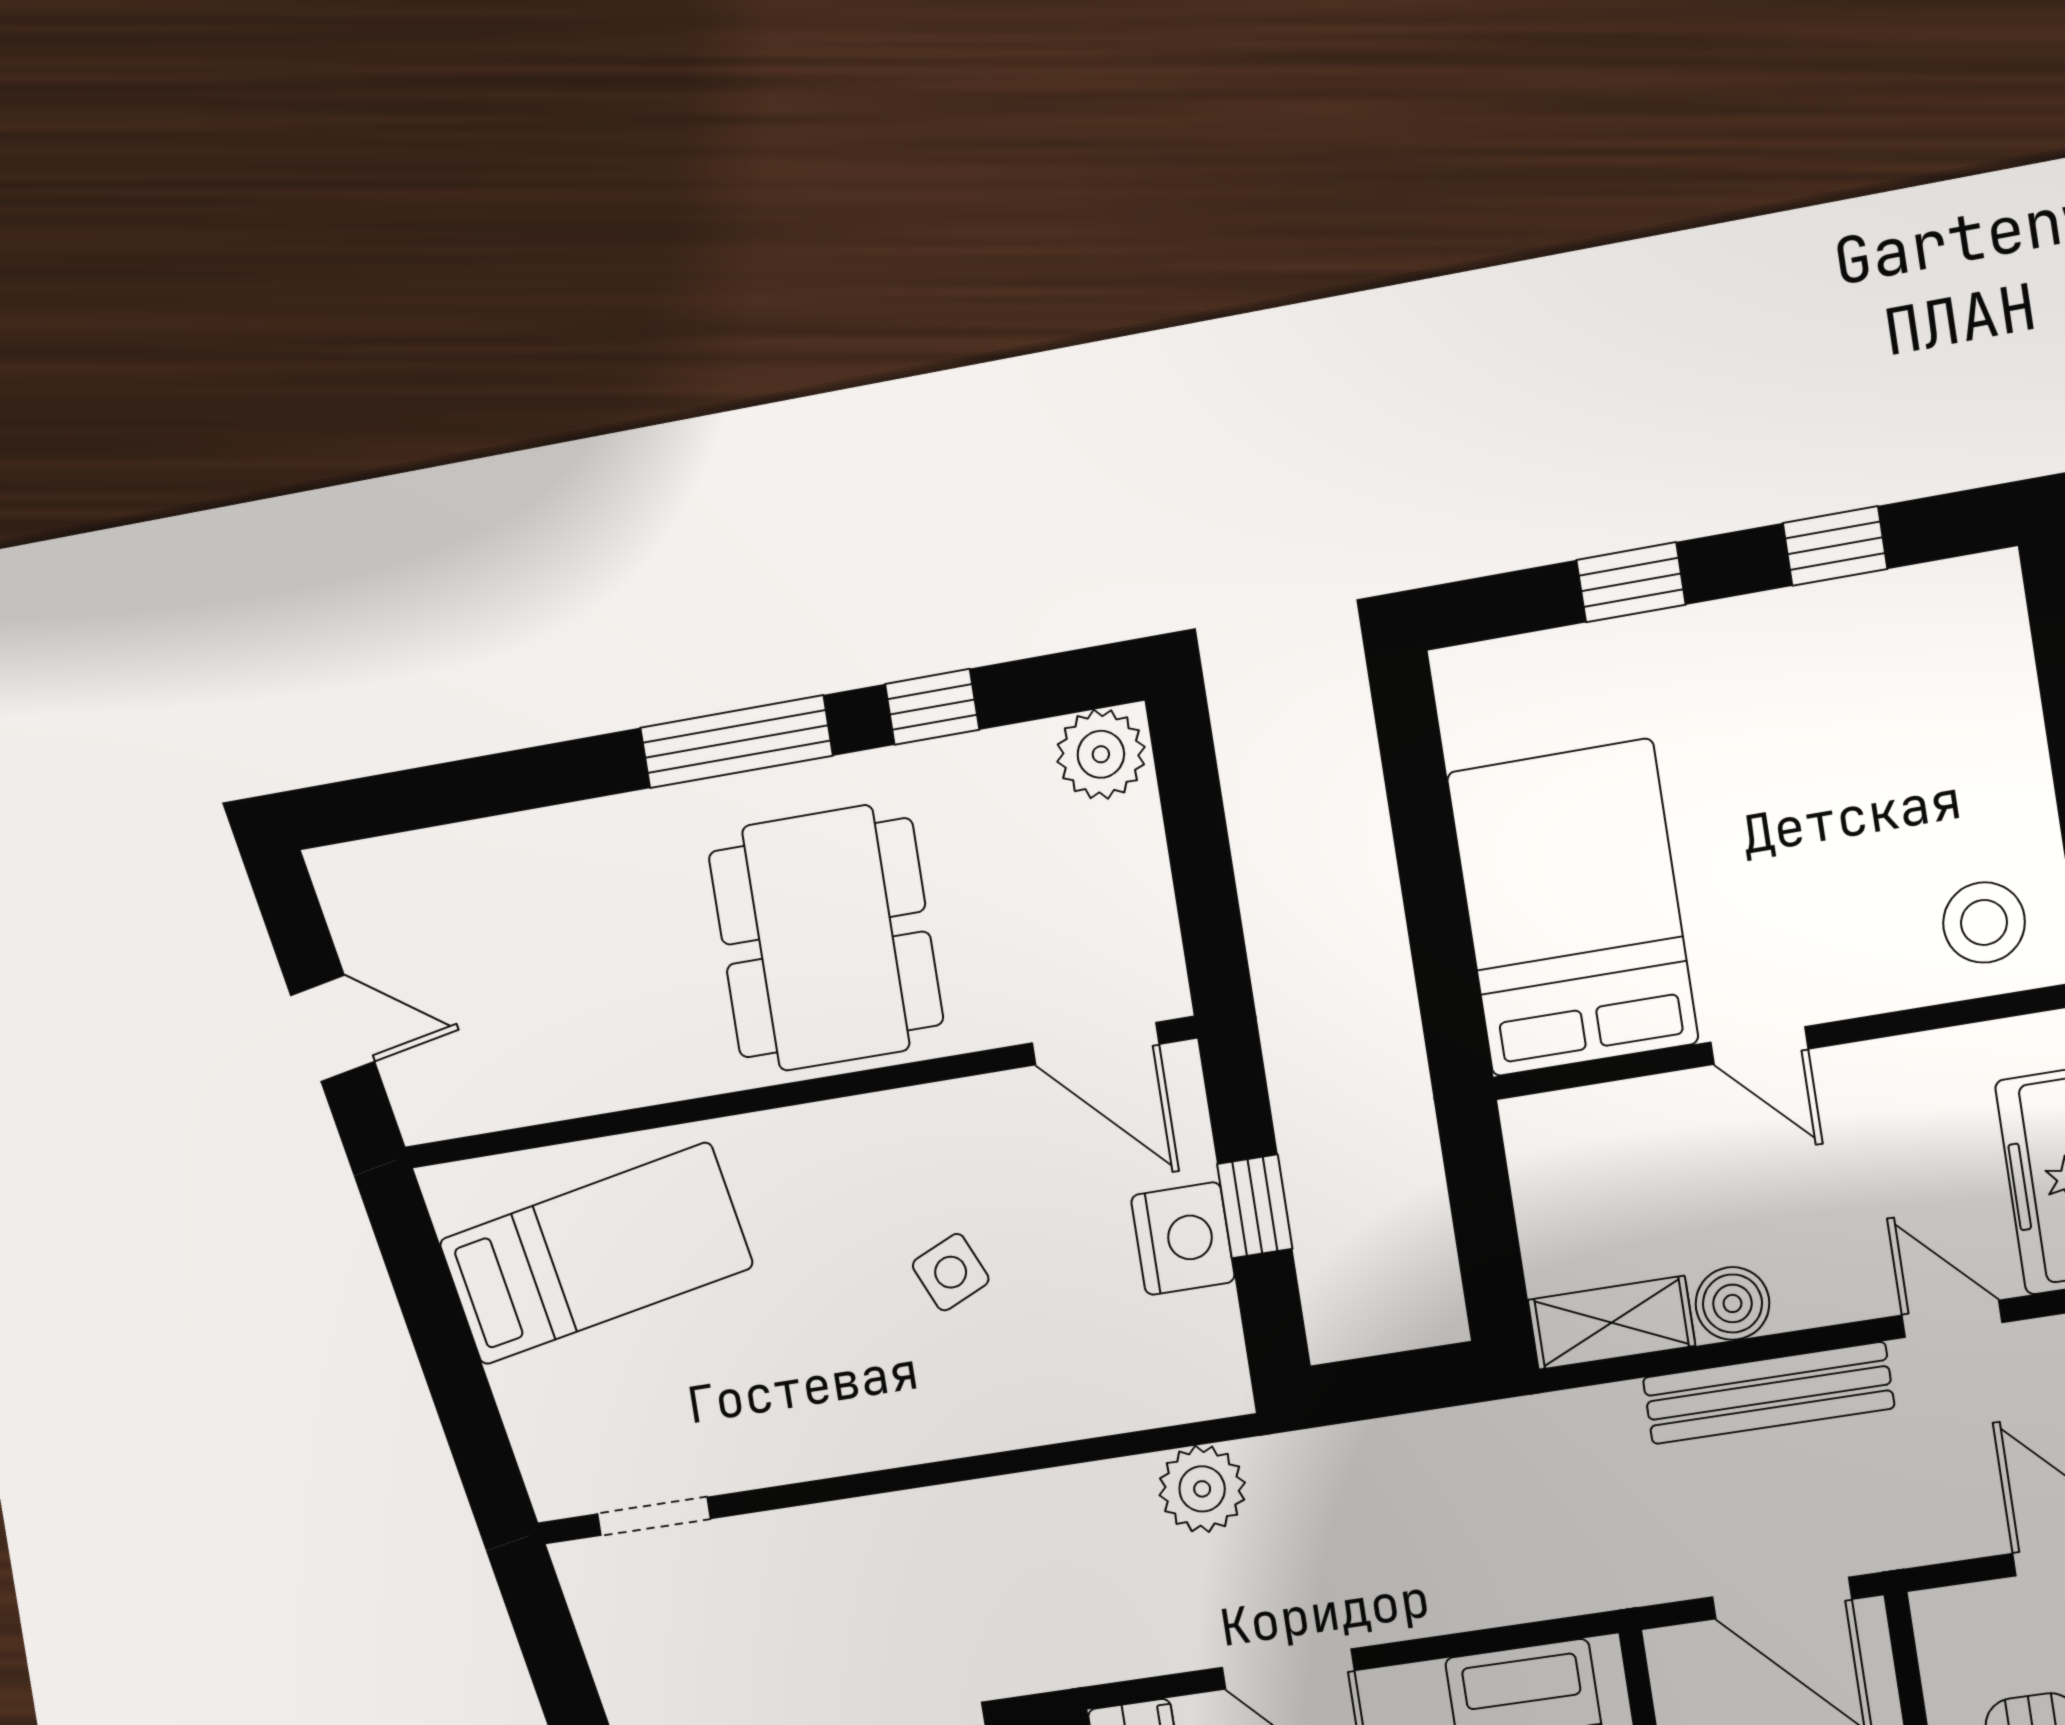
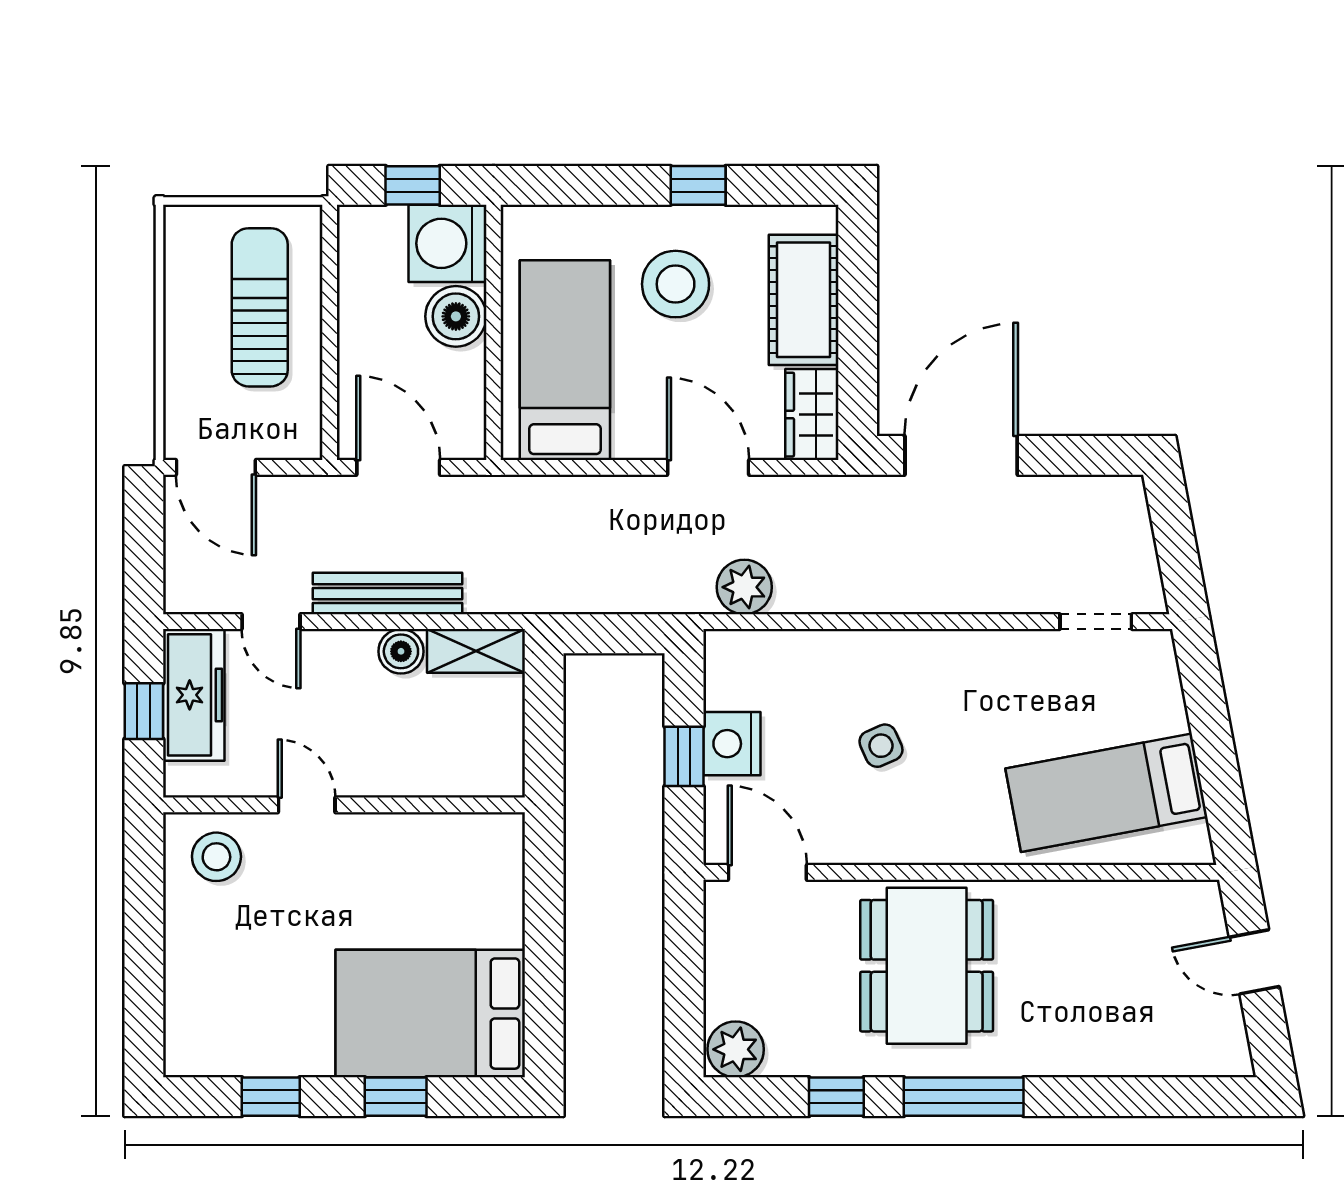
bed: (1572, 908) -> (430, 1014), moved, turned 90
door: (1759, 1046) -> (307, 805), moved

